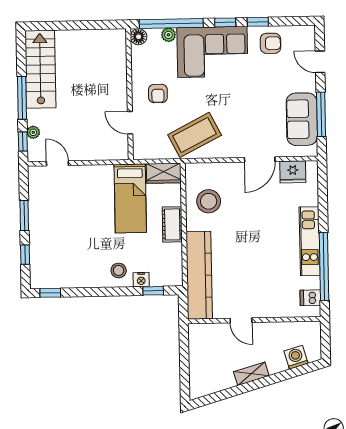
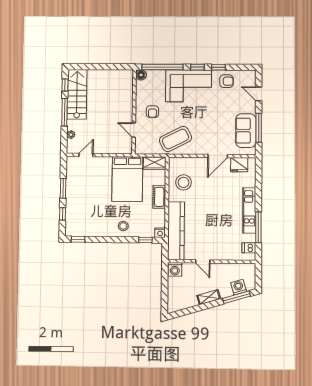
plant: (168, 35) -> (160, 74), removed
window: (23, 141) -> (65, 85), moved
door: (57, 163) -> (86, 155), hinge flipped
bed: (130, 198) -> (127, 179), width x1.50
window: (324, 266) -> (258, 227), width x0.68
nightstand: (141, 280) -> (160, 233), moved
washing machine: (199, 334) -> (175, 269), added
window: (293, 373) -> (237, 297), added

